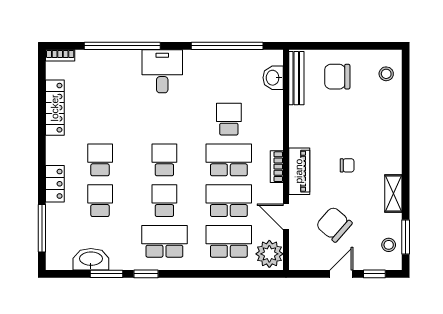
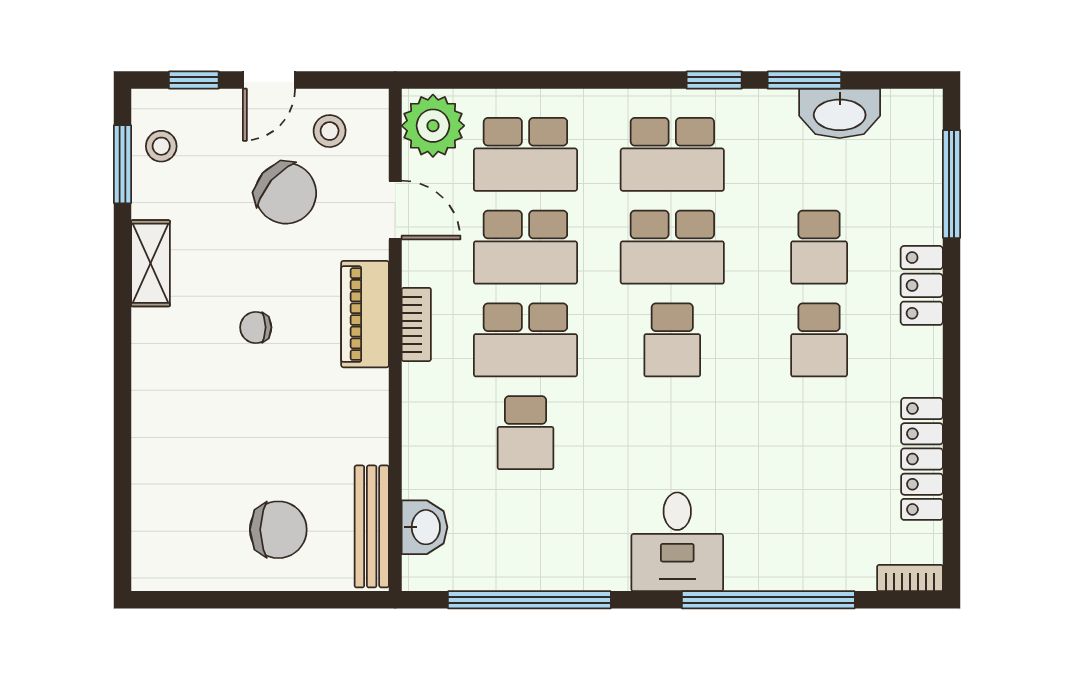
stool: (386, 74) -> (330, 131), moved
school desk: (164, 201) -> (672, 247), width x1.85

